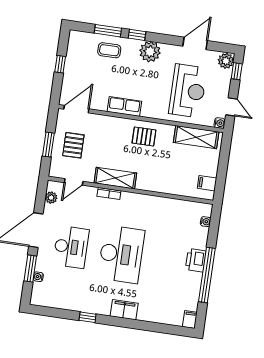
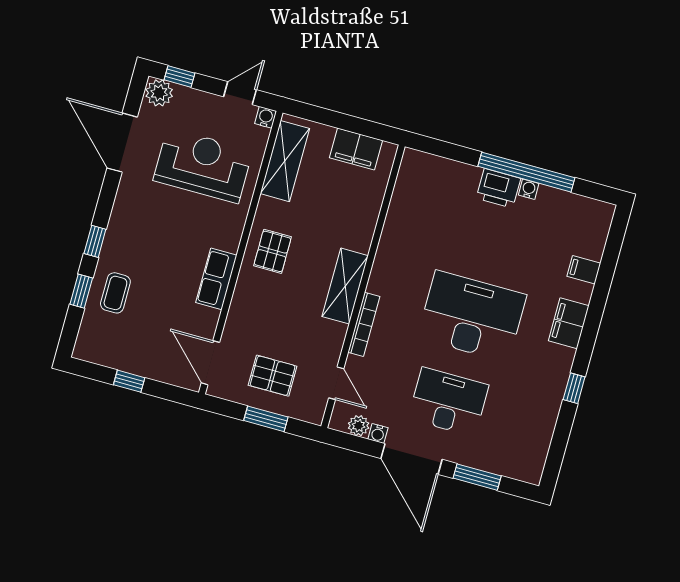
window: (108, 31) -> (81, 291), width x0.67
door: (195, 43) -> (122, 143), width x1.36
plant: (150, 52) -> (127, 223), removed
shelving: (115, 178) -> (345, 286), moved
filing cabinet: (207, 183) -> (356, 149), width x2.00
bookcase: (109, 193) -> (364, 324), width x1.56
water cooler: (206, 222) -> (529, 189), moved
water cooler: (38, 277) -> (378, 433), moved
filing cabinet: (190, 319) -> (584, 270), moved

